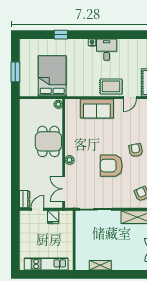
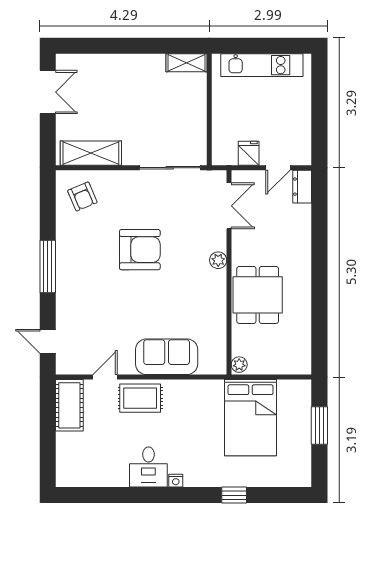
armchair: (136, 150) -> (94, 279), removed
shelving: (100, 265) -> (187, 63), moved

